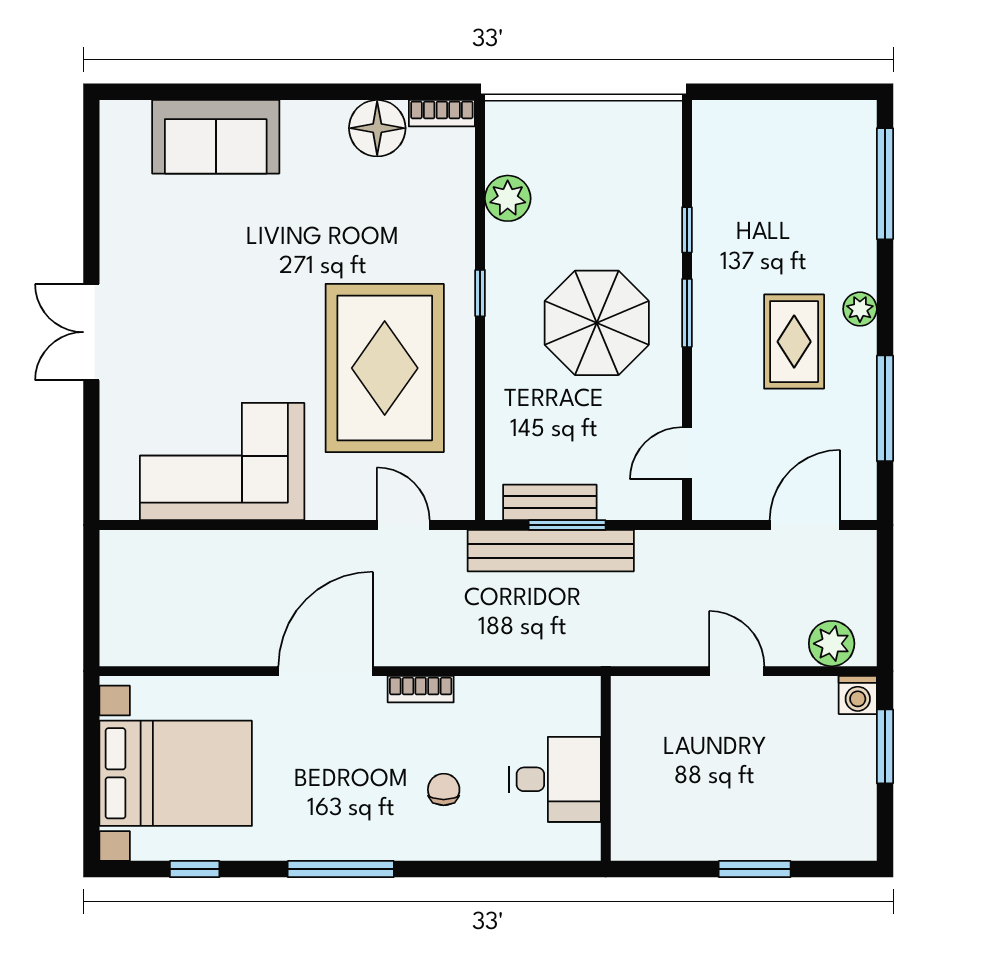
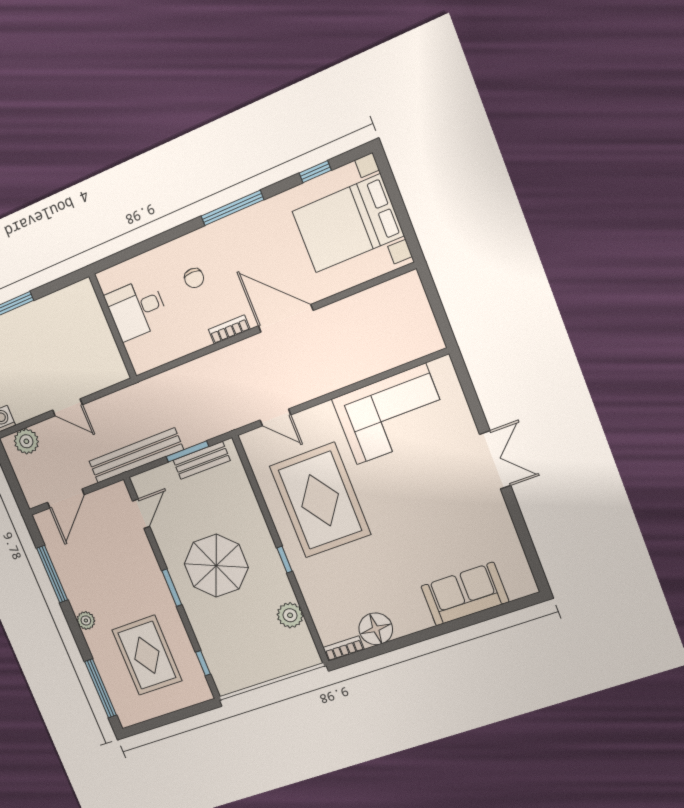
window: (687, 230) -> (203, 663), moved
rug: (794, 342) -> (147, 655), moved, width x1.36, depth x1.43
bench: (551, 551) -> (136, 455), moved
door: (326, 671) -> (286, 318), swing flipped

